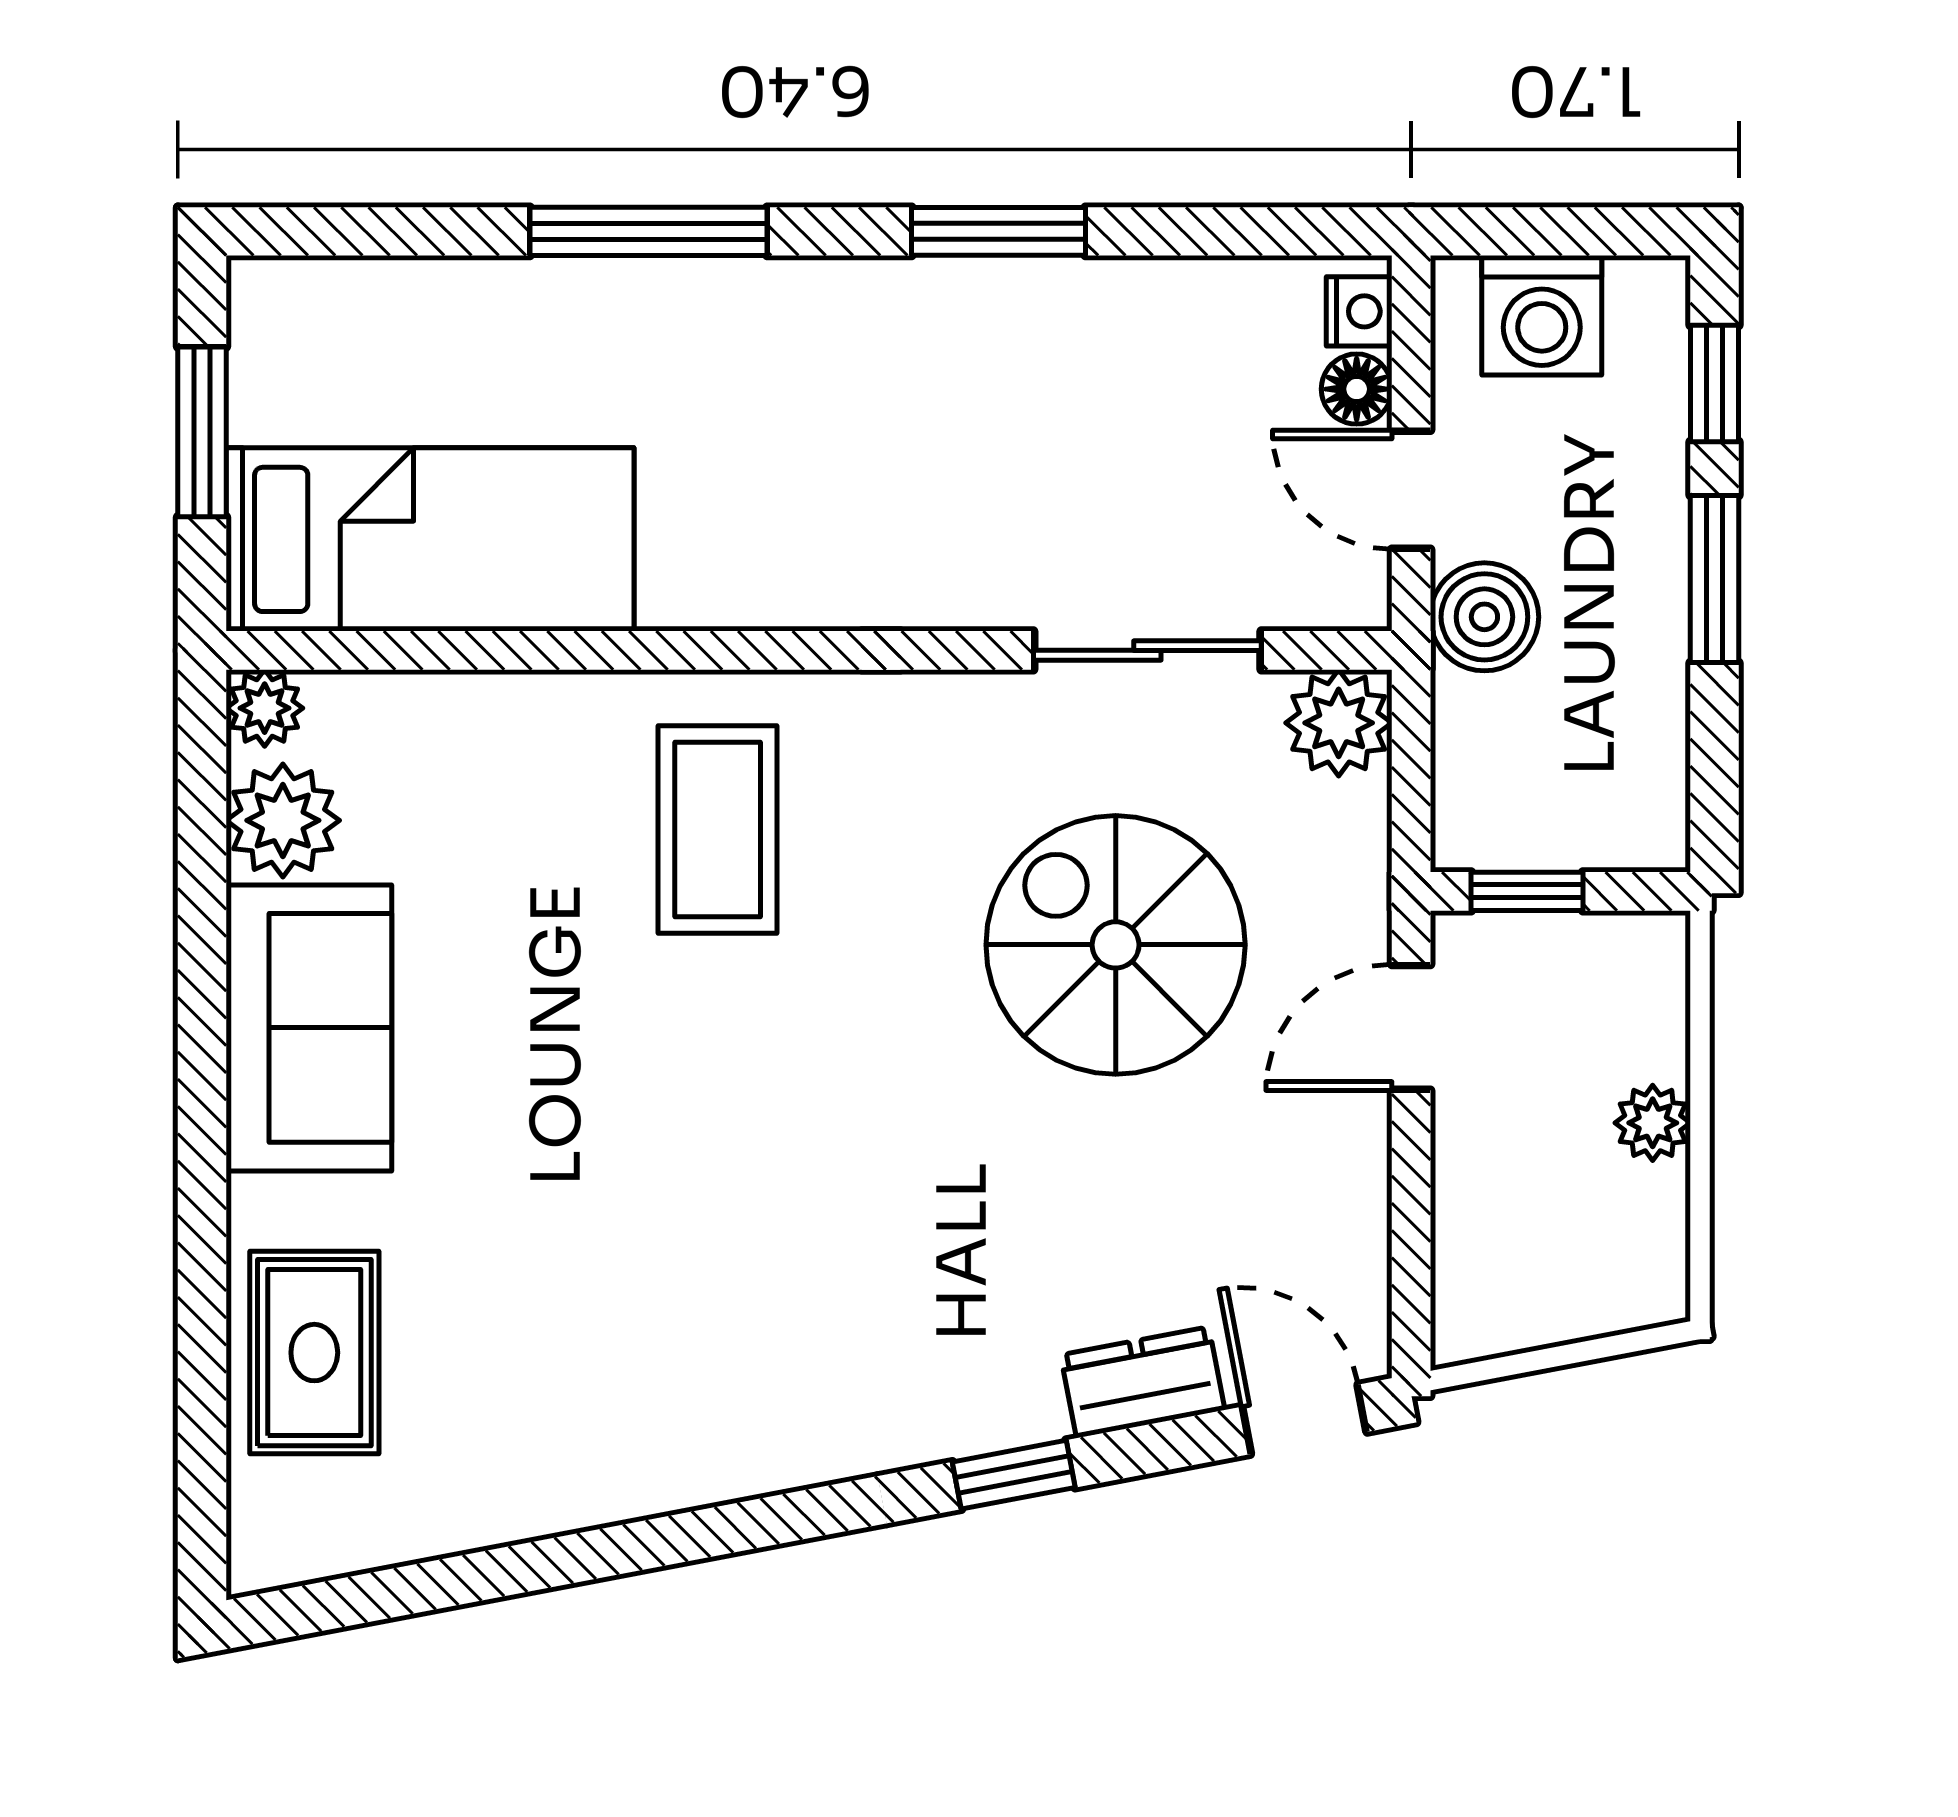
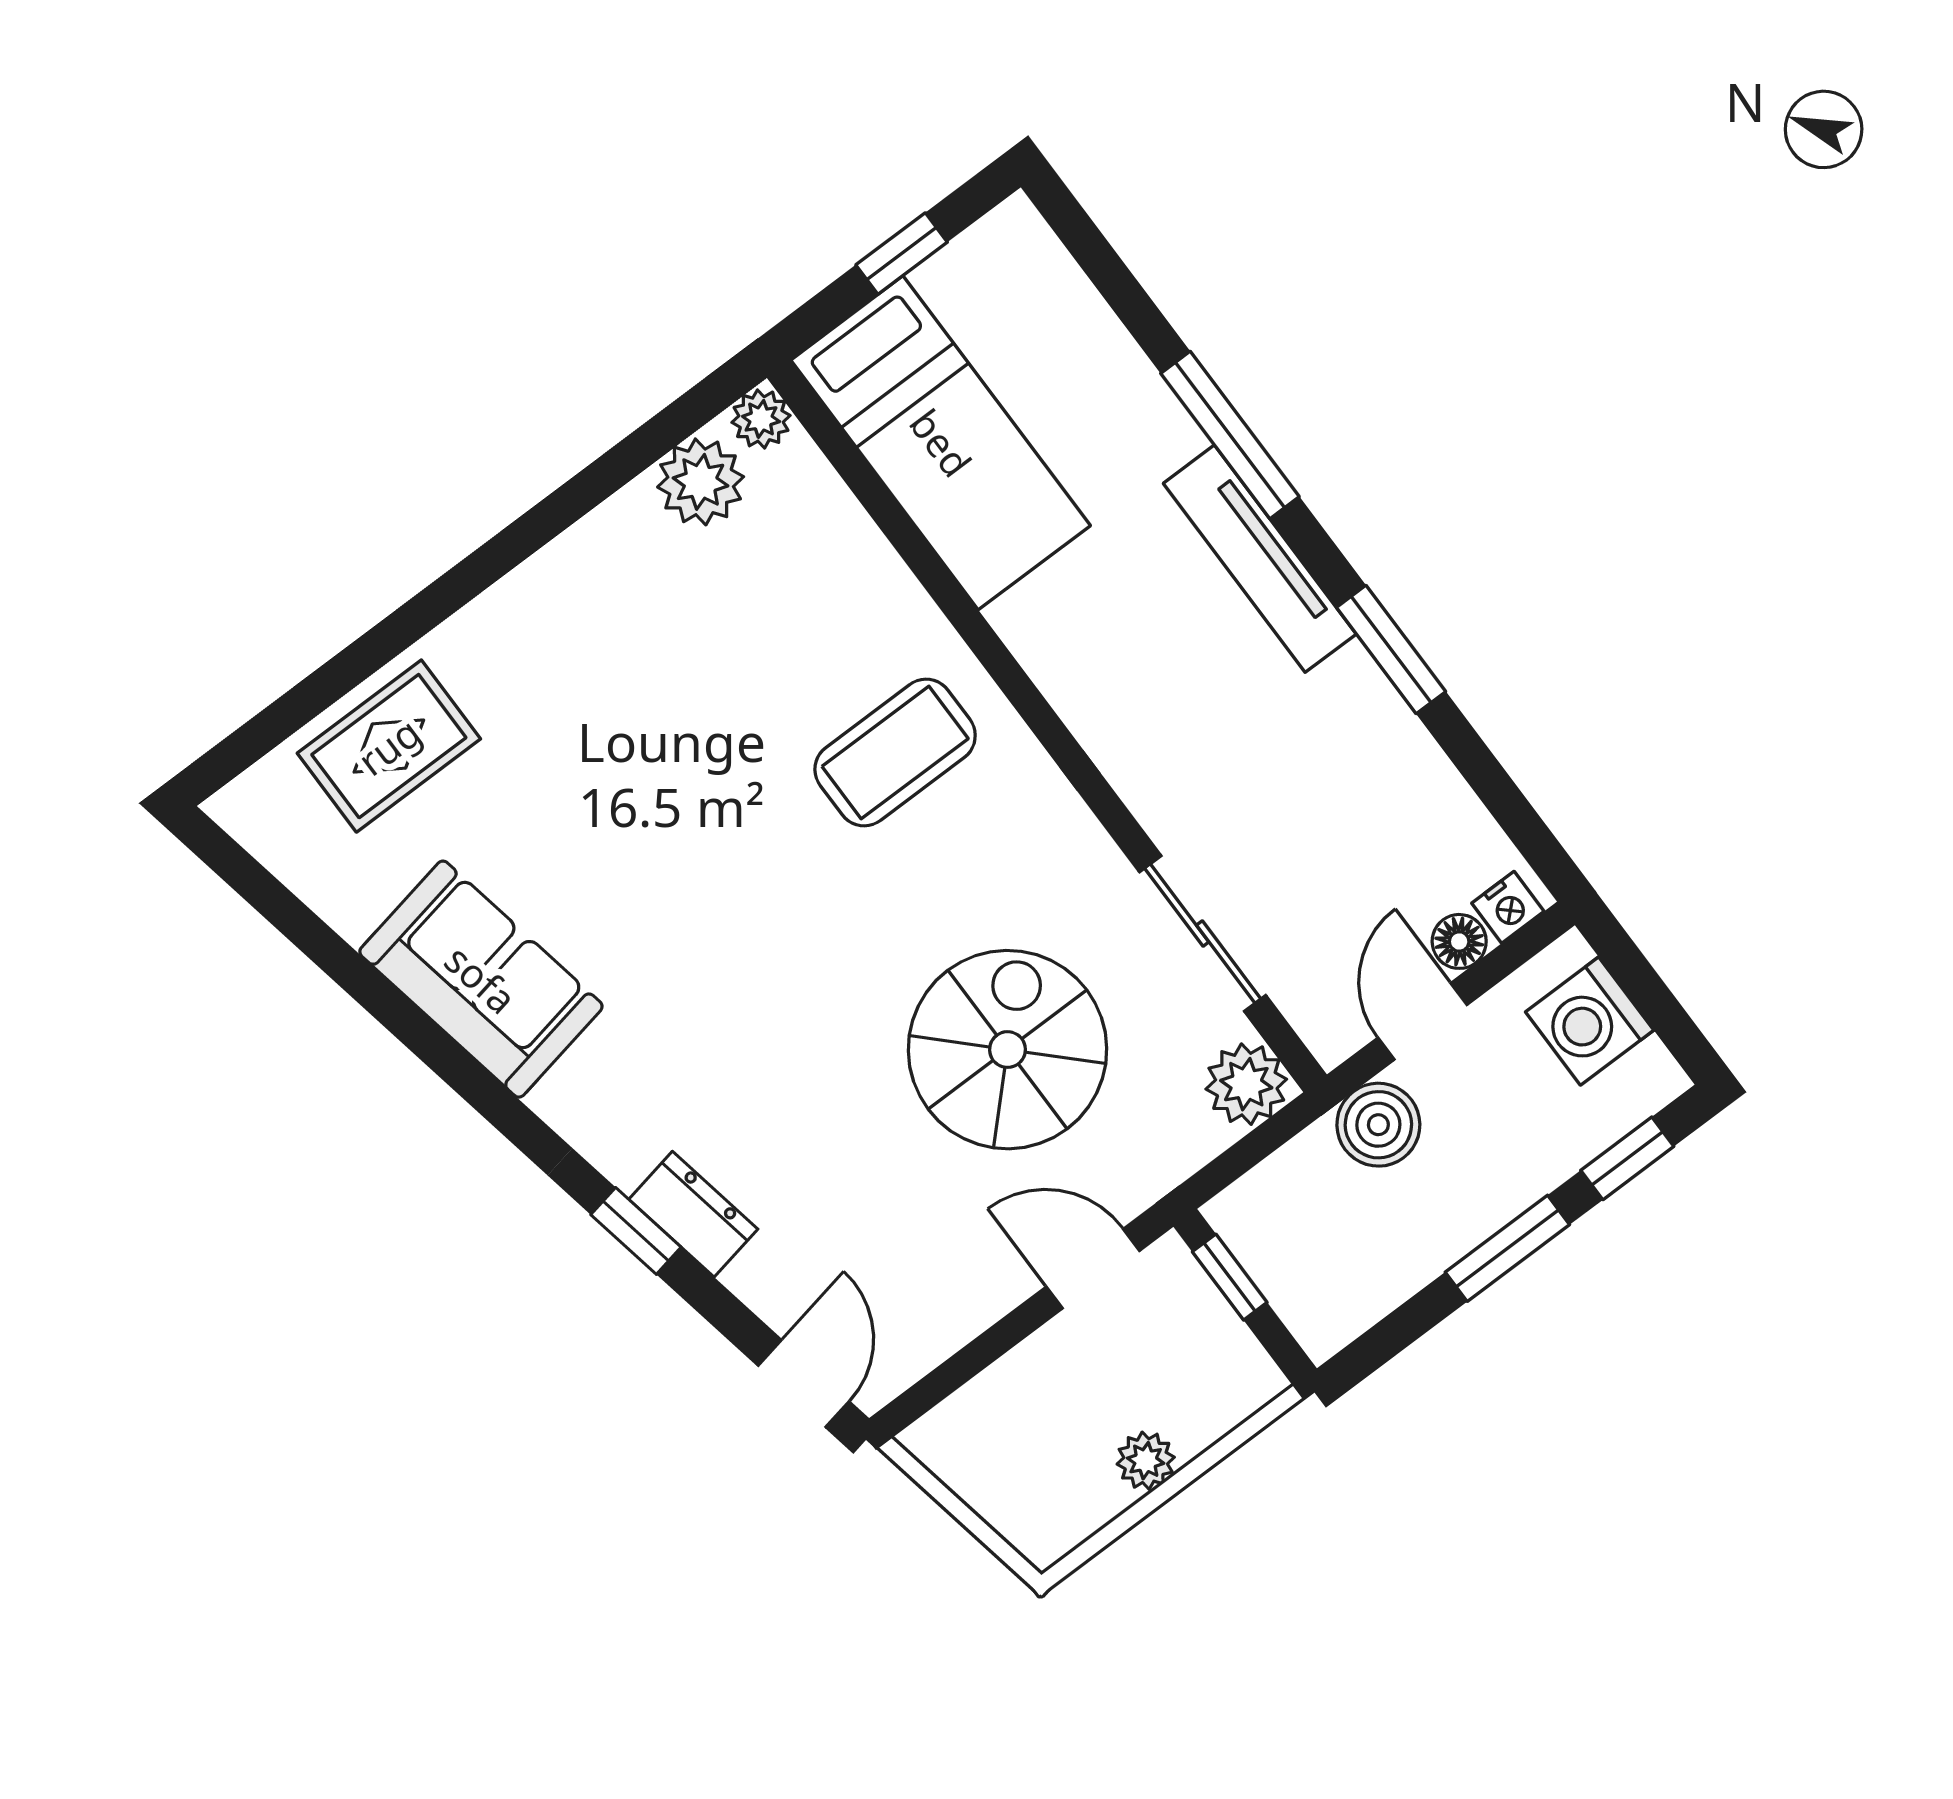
tv unit: (801, 297) -> (1260, 559), added
window: (202, 432) -> (902, 254), width x0.67
sofa: (309, 1028) -> (481, 979), moved, turned -101
dresser: (1143, 1382) -> (693, 1214), moved

